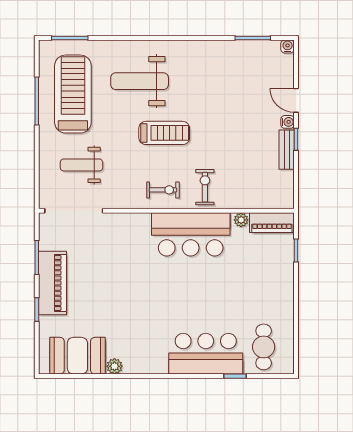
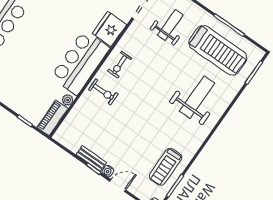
treadmill: (164, 133) -> (166, 167), moved
fridge: (132, 228) -> (110, 29), added

